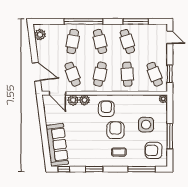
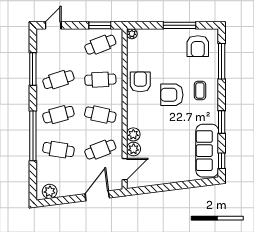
armchair: (106, 109) -> (140, 82), moved, turned 90
side table: (146, 125) -> (165, 56), removed
sofa: (57, 145) -> (207, 151), moved, turned -83

